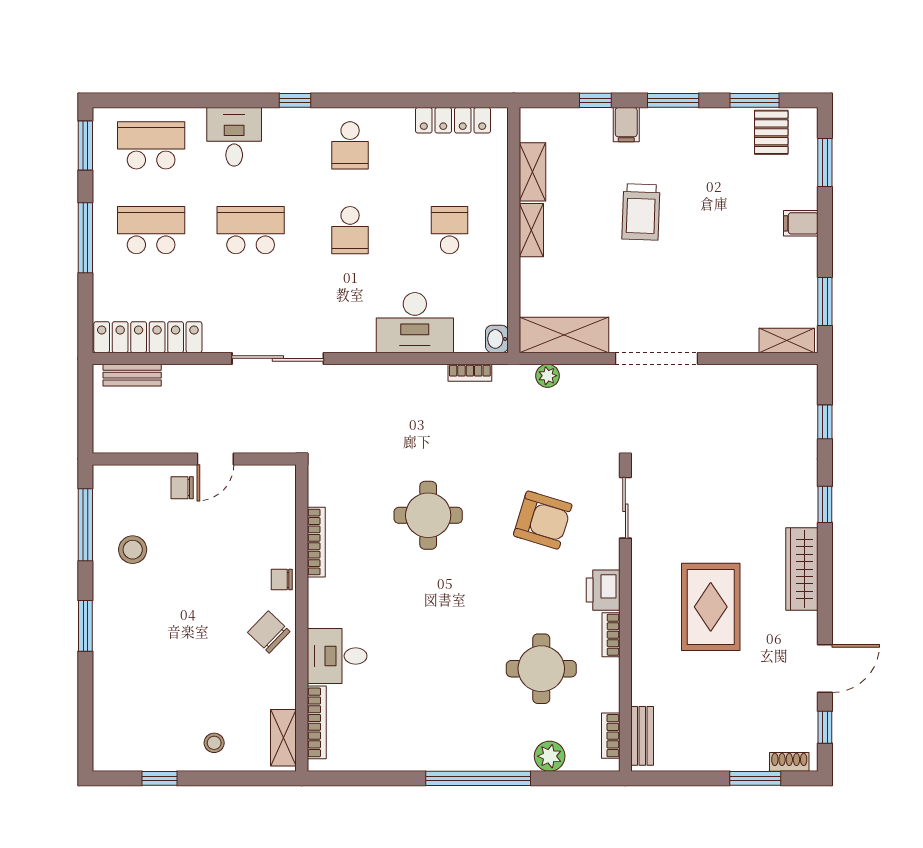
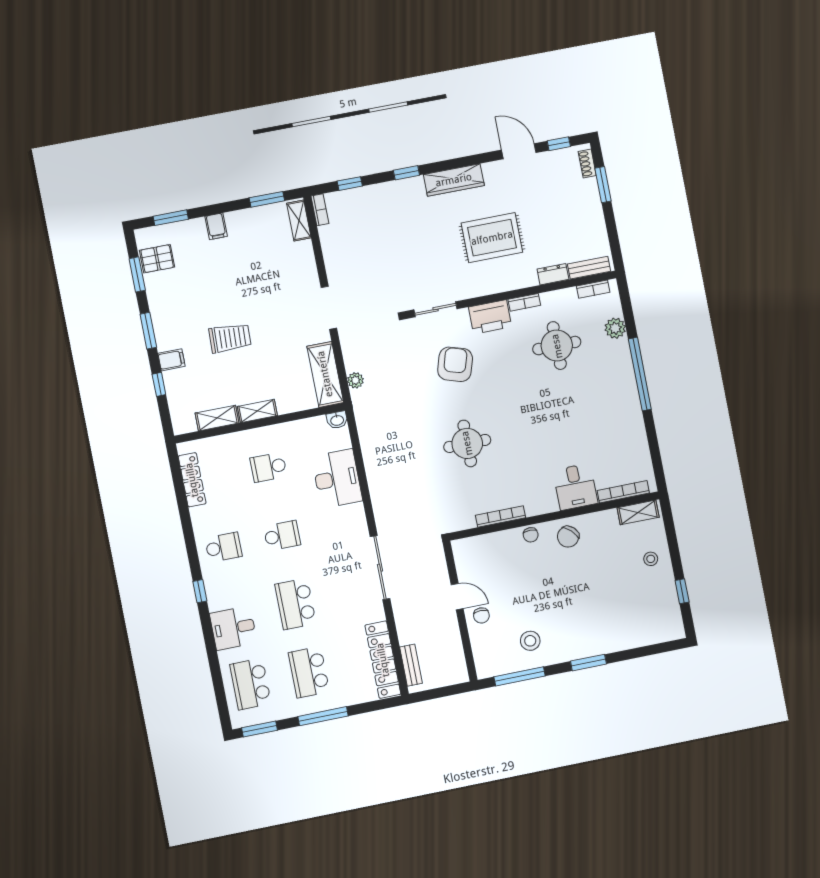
doorway: (657, 358) -> (329, 308), width x0.73
bookcase: (470, 373) -> (320, 210), moved
printer: (603, 590) -> (490, 317), width x1.37, depth x1.19
dresser: (643, 683) -> (553, 274), added

